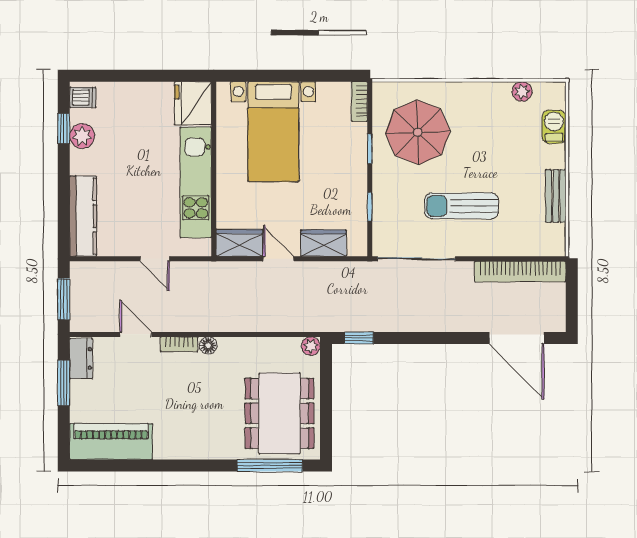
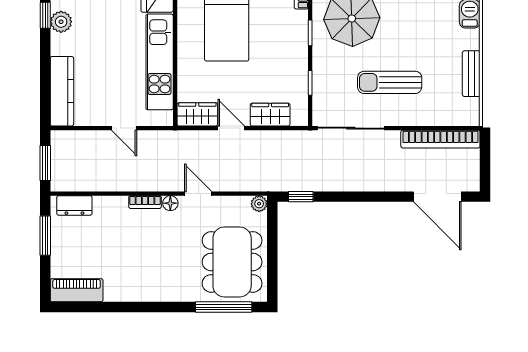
door: (136, 334) -> (198, 194), moved
dresser: (81, 358) -> (74, 205), moved, turned 90
piano: (111, 442) -> (77, 290), width x0.73, depth x0.75

